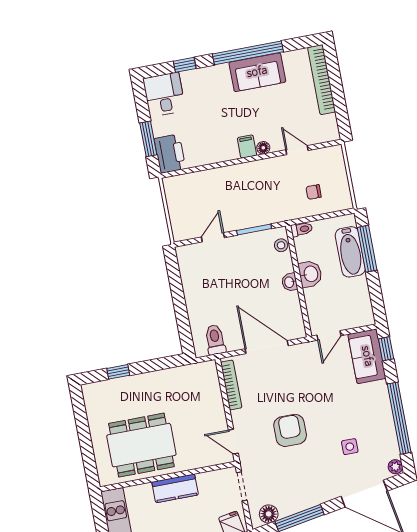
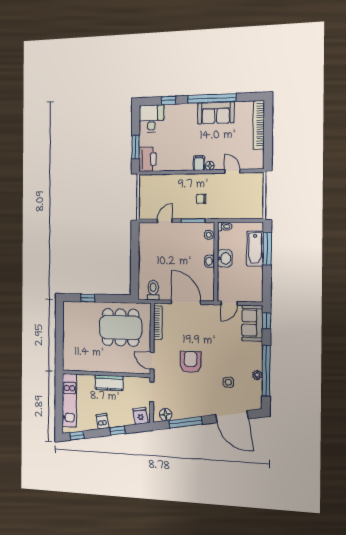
chair: (314, 192) -> (201, 199), moved
dining table: (141, 445) -> (121, 327), moved
plant: (395, 467) -> (257, 375), moved

